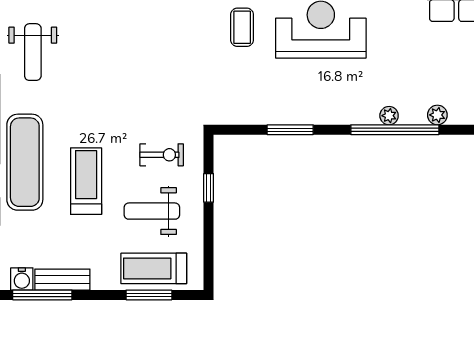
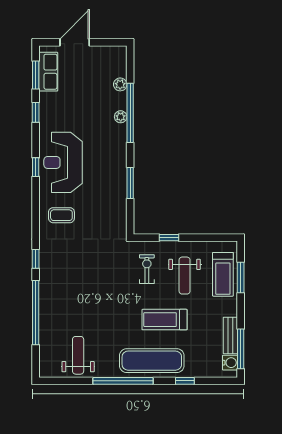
weight bench: (33, 52) -> (78, 355), turned -90

